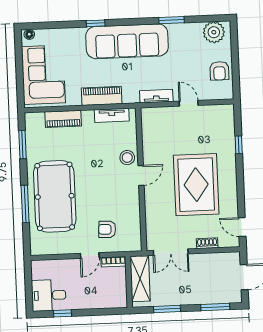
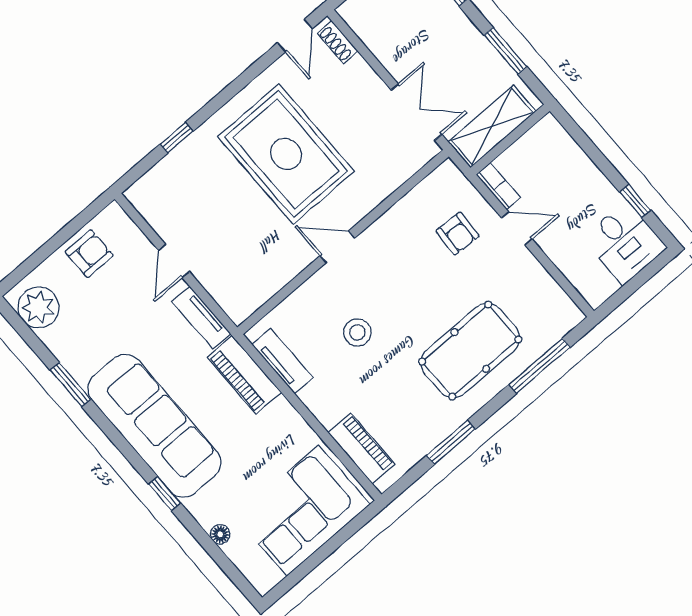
floor lamp: (29, 34) -> (220, 534), moved
piano: (102, 96) -> (244, 375), moved
piano: (63, 119) -> (361, 448), moved
window: (23, 145) -> (451, 442), moved
stool: (127, 158) -> (357, 332), moved
rug: (196, 185) -> (286, 154), turned 90
pool table: (55, 196) -> (470, 351), width x0.73, depth x0.76
window: (25, 204) -> (539, 366), moved
shoe rack: (207, 243) -> (337, 42), moved

